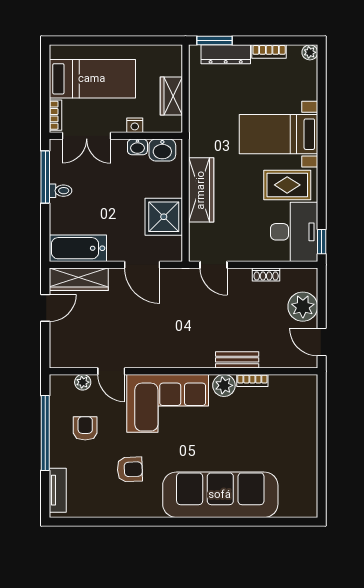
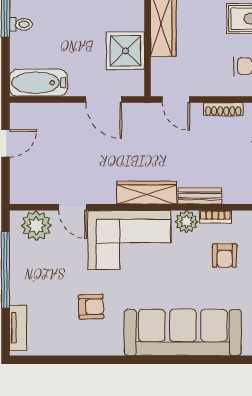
shoe rack: (266, 274) -> (223, 109), width x1.43
wardrobe: (79, 279) -> (147, 193), moved, turned 180
plant: (83, 382) -> (36, 226), width x1.88, depth x1.88
armchair: (85, 428) -> (225, 256), moved, turned 180

